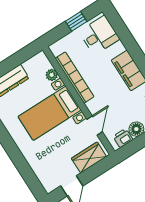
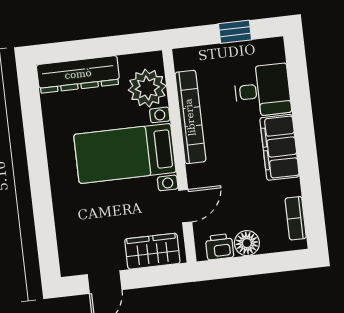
desk: (99, 35) -> (262, 90), moved
plant: (52, 75) -> (147, 88), width x1.87, depth x1.87

